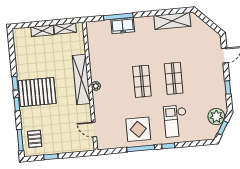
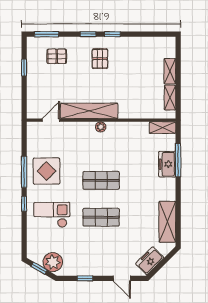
shelving: (92, 33) -> (162, 128), added
freezer: (207, 33) -> (150, 261), added
shelving: (81, 80) -> (89, 111), moved
pallet: (37, 92) -> (100, 59), width x0.49, depth x0.50
pallet: (35, 139) -> (57, 56), moved

